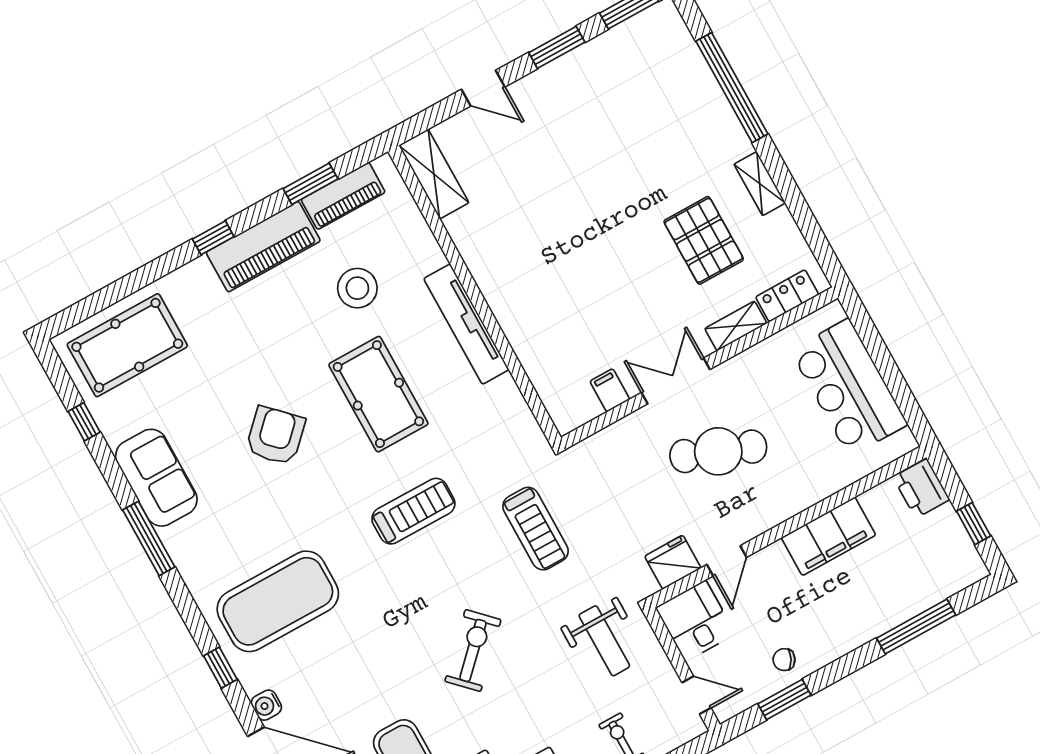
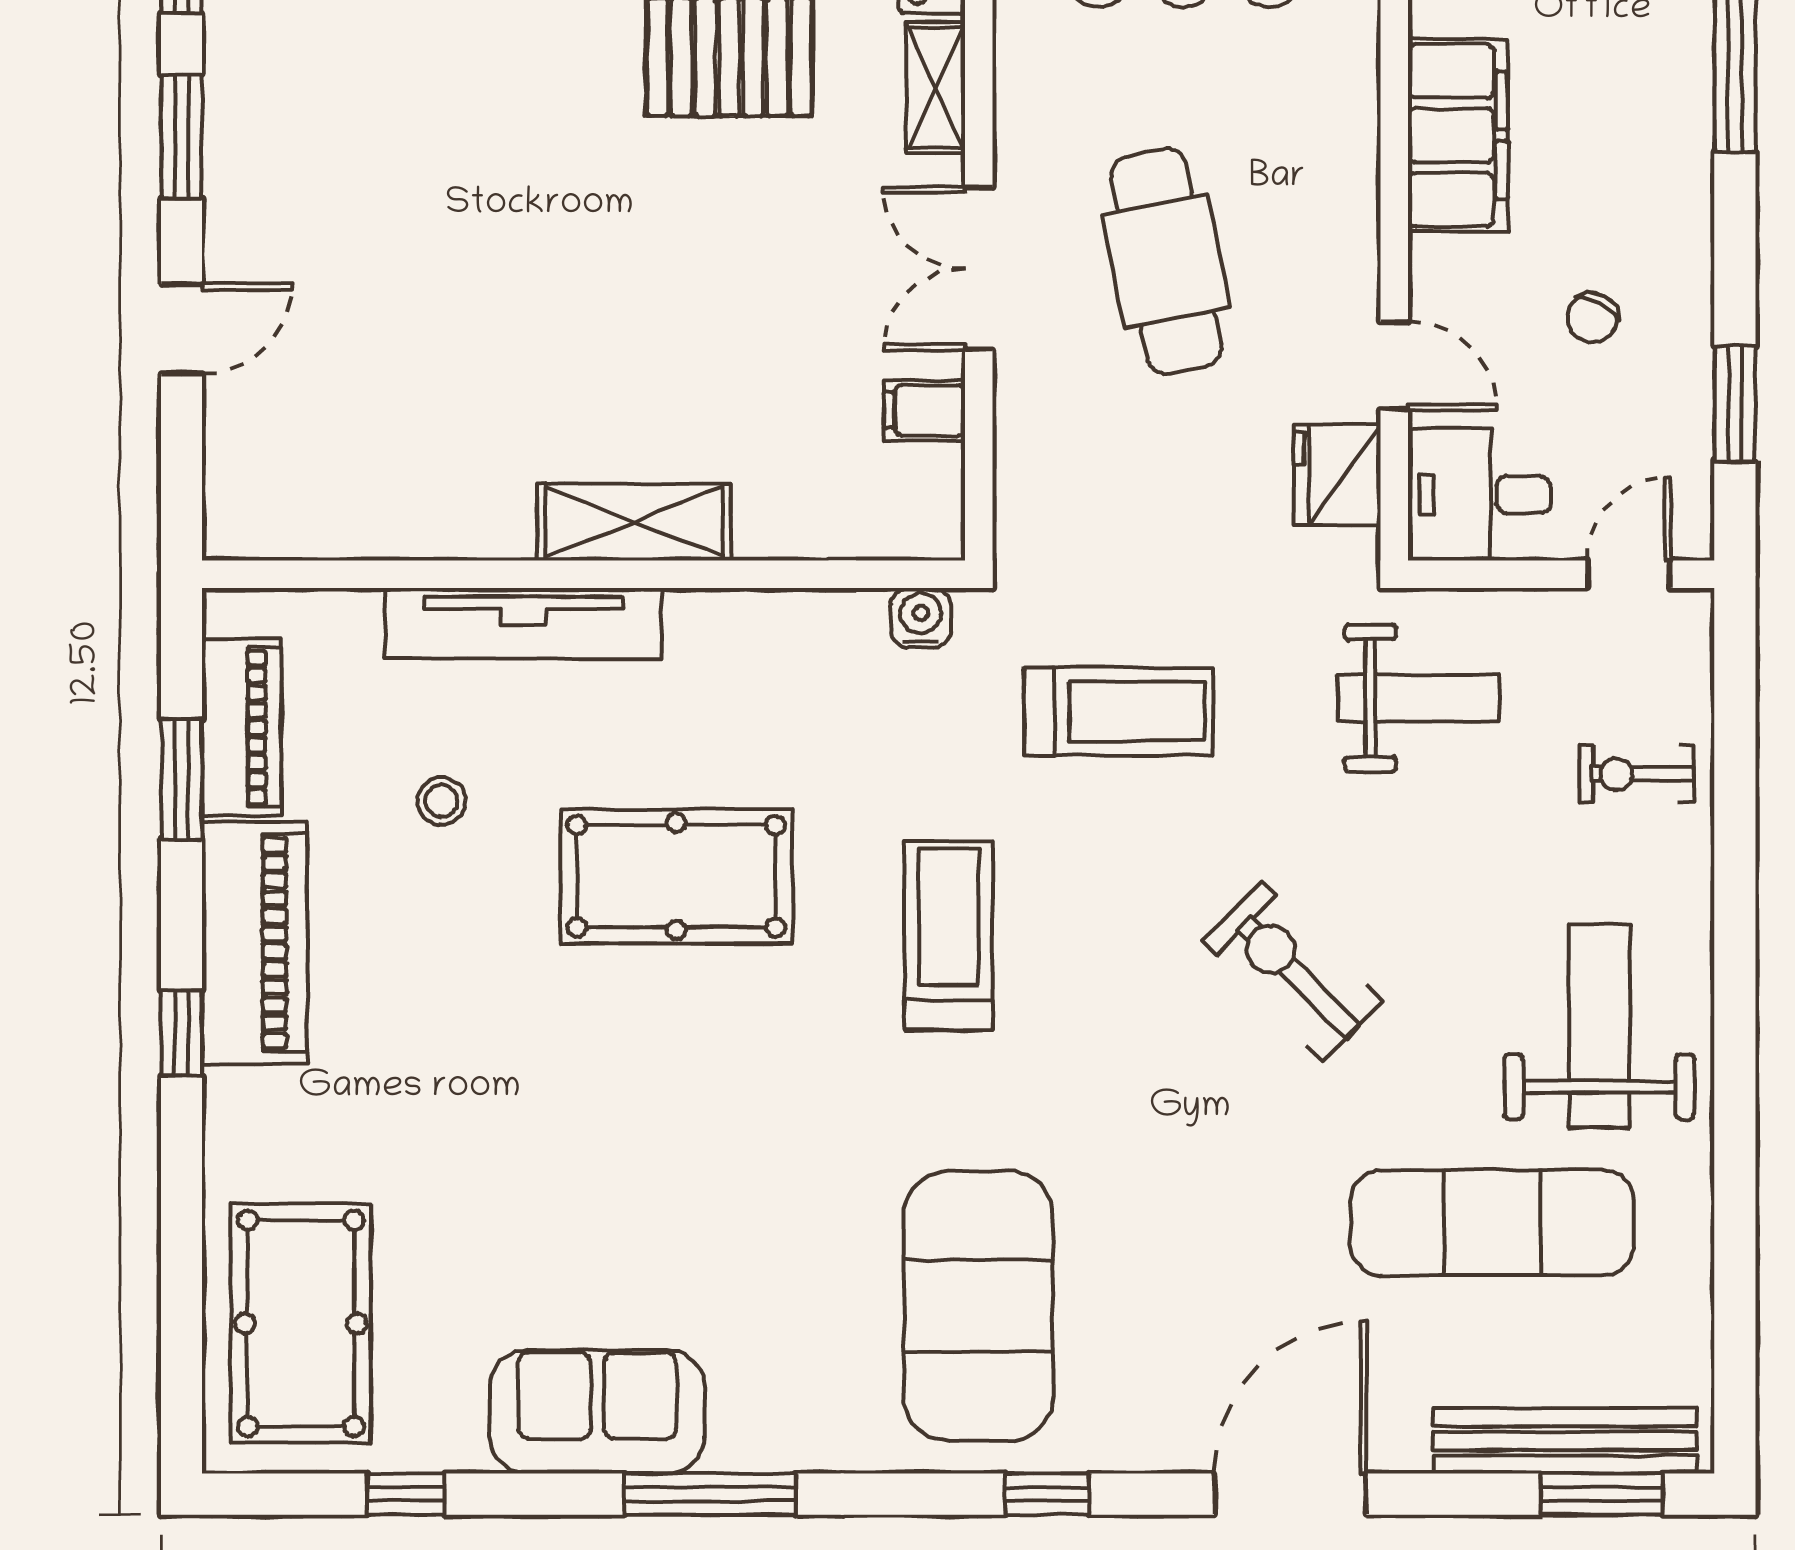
shelving: (434, 174) -> (634, 522), moved
stool: (357, 288) -> (441, 801), width x0.53, depth x0.53
tv unit: (466, 324) -> (523, 623), moved
armchair: (275, 436) -> (645, 1128), removed
cafe table: (718, 451) -> (1166, 261), turned -32
chair: (784, 660) -> (1592, 317), moved
water cooler: (266, 705) -> (921, 618), moved, turned 180

